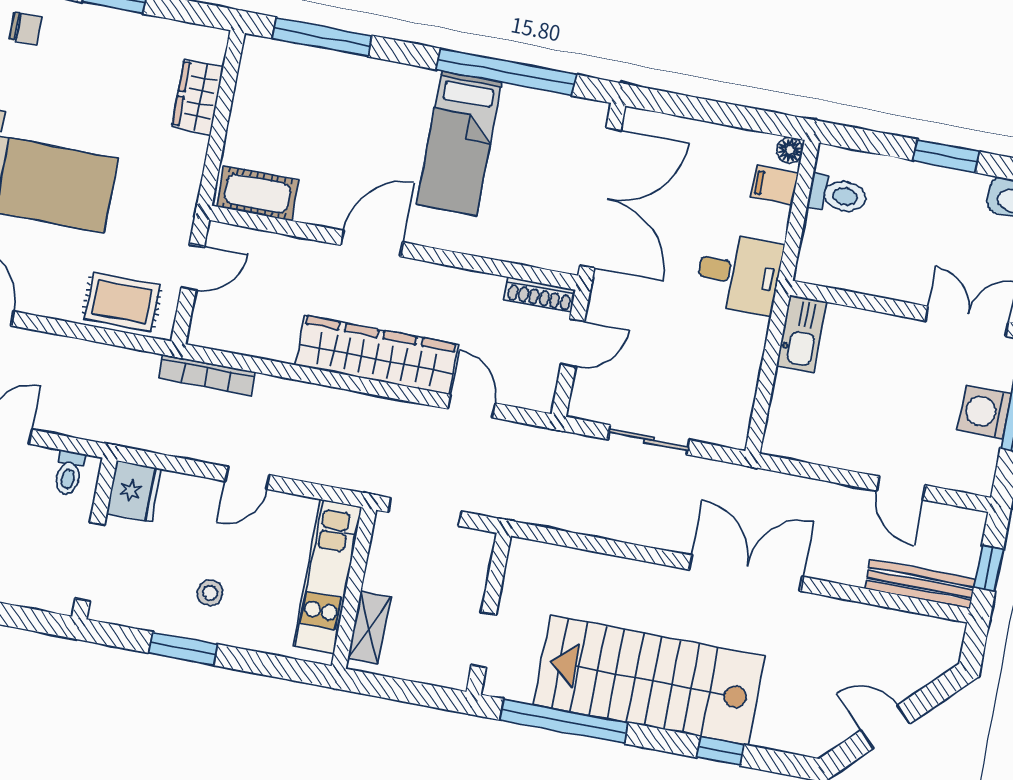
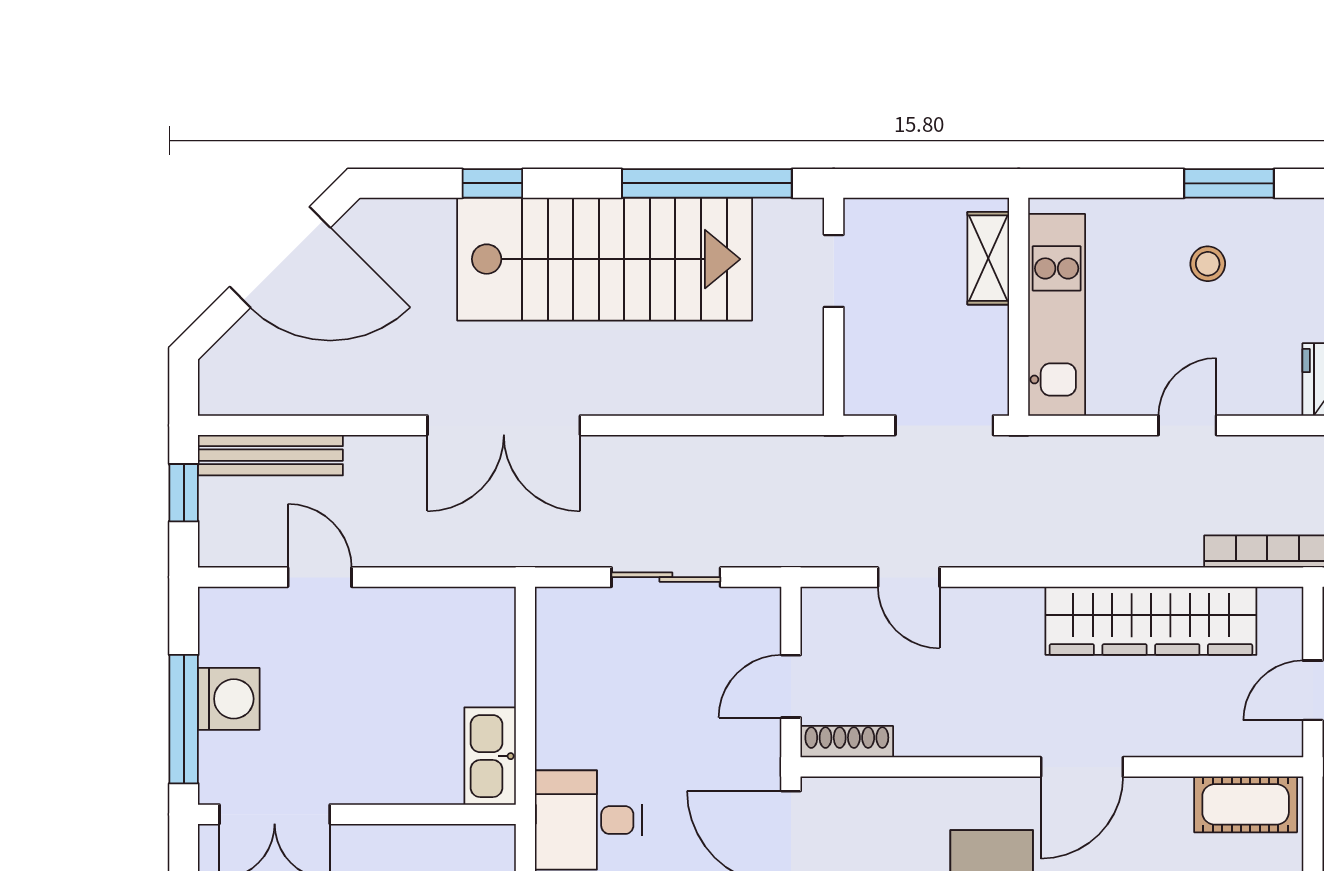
wardrobe: (377, 355) -> (1151, 621), moved
door: (886, 727) -> (280, 257), width x1.88

